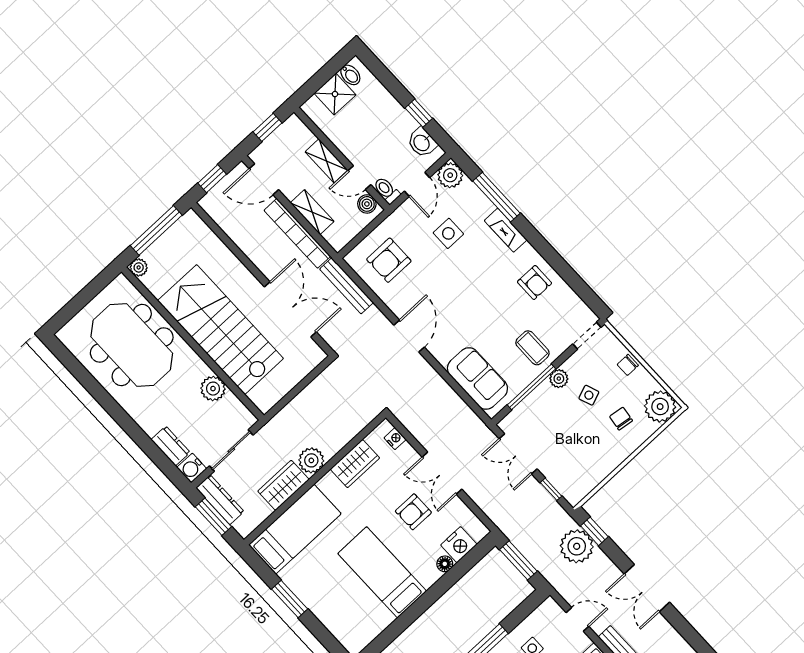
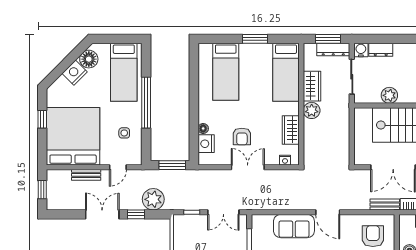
bench: (346, 286) -> (385, 205), width x0.73
sofa: (477, 379) -> (294, 226), moved
double door: (518, 454) -> (223, 212), swing flipped
armchair: (413, 512) -> (242, 136), turned 180
window: (594, 531) -> (136, 214), moved
bed: (382, 572) -> (226, 72), moved, turned 90

